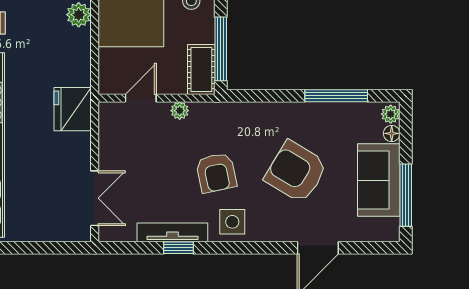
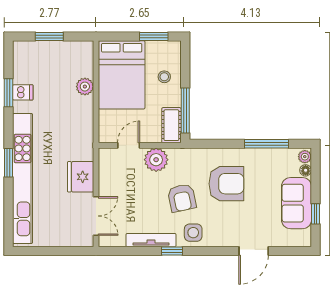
fridge: (73, 109) -> (81, 177), moved
plant: (180, 111) -> (156, 160), width x1.87, depth x1.87
armchair: (296, 172) -> (226, 184), moved, turned 149
window: (406, 195) -> (315, 214), width x0.46
window: (178, 248) -> (172, 251), moved

